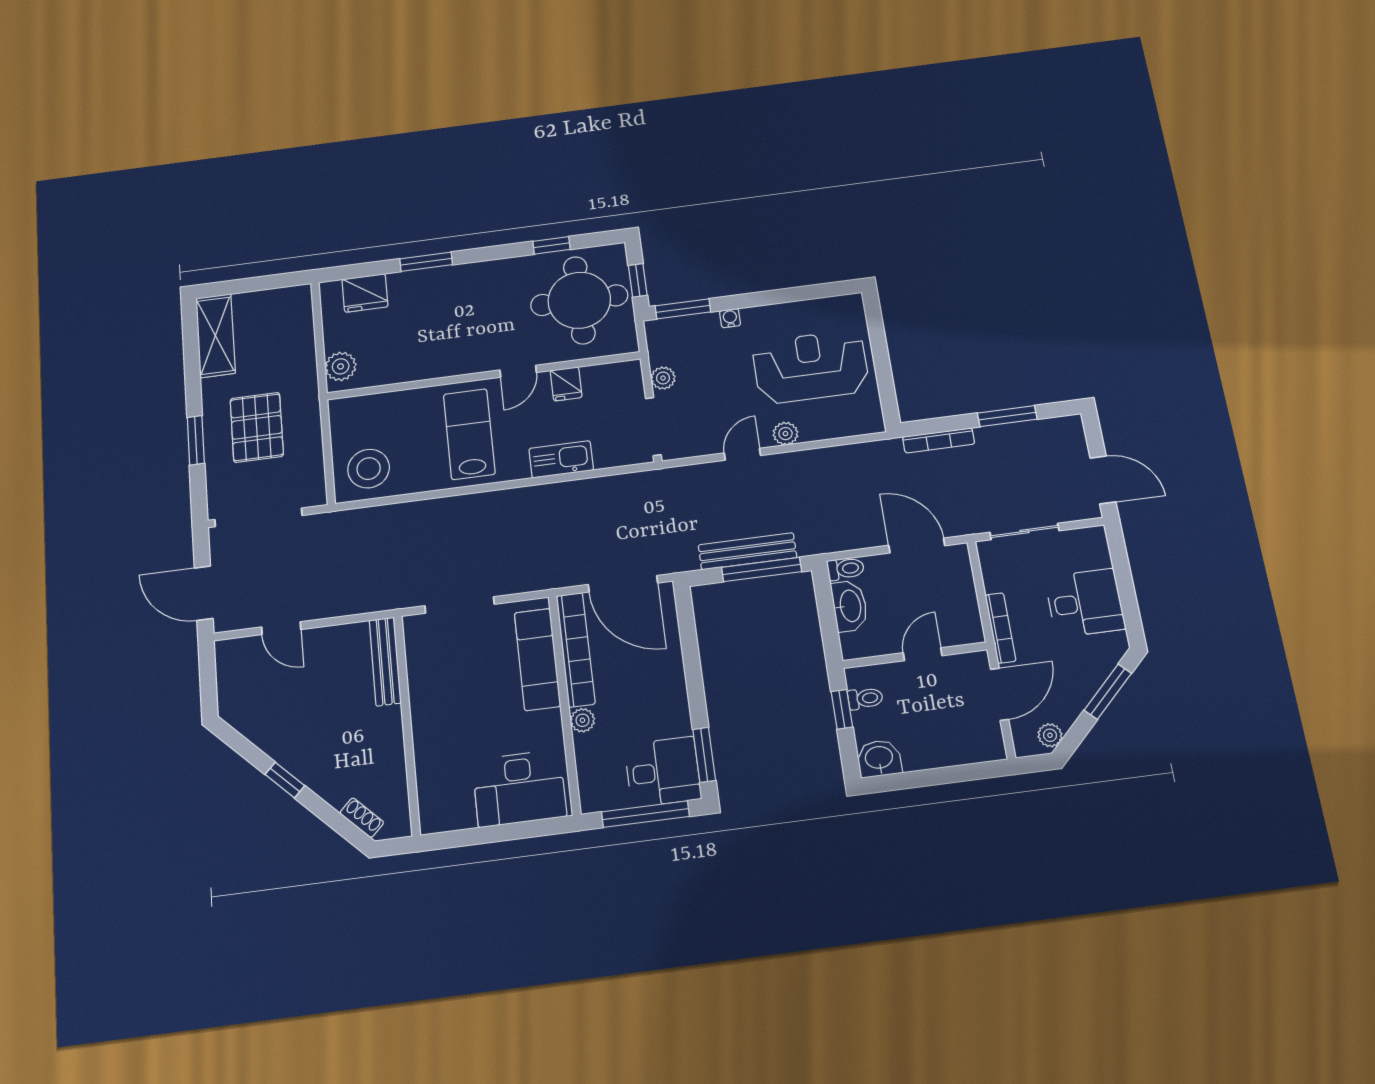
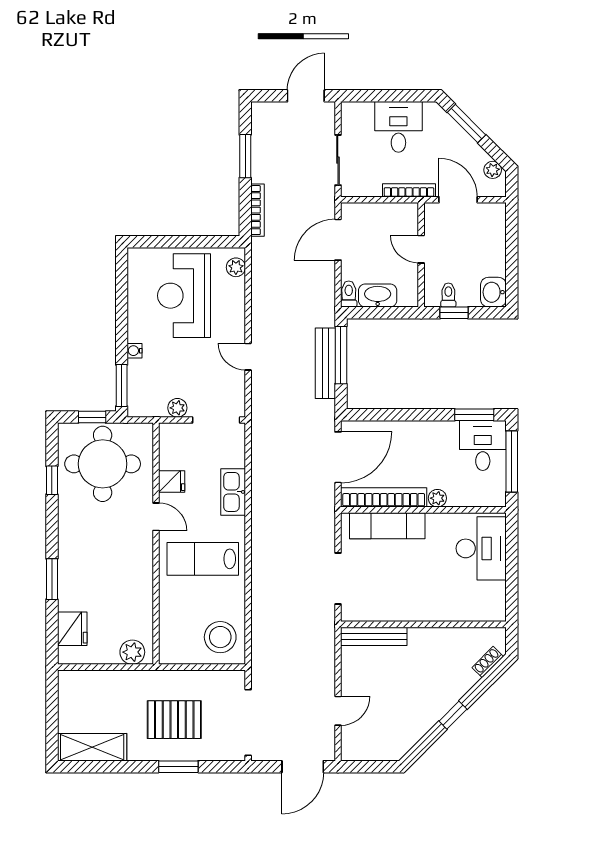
plant: (785, 434) -> (236, 267), moved

